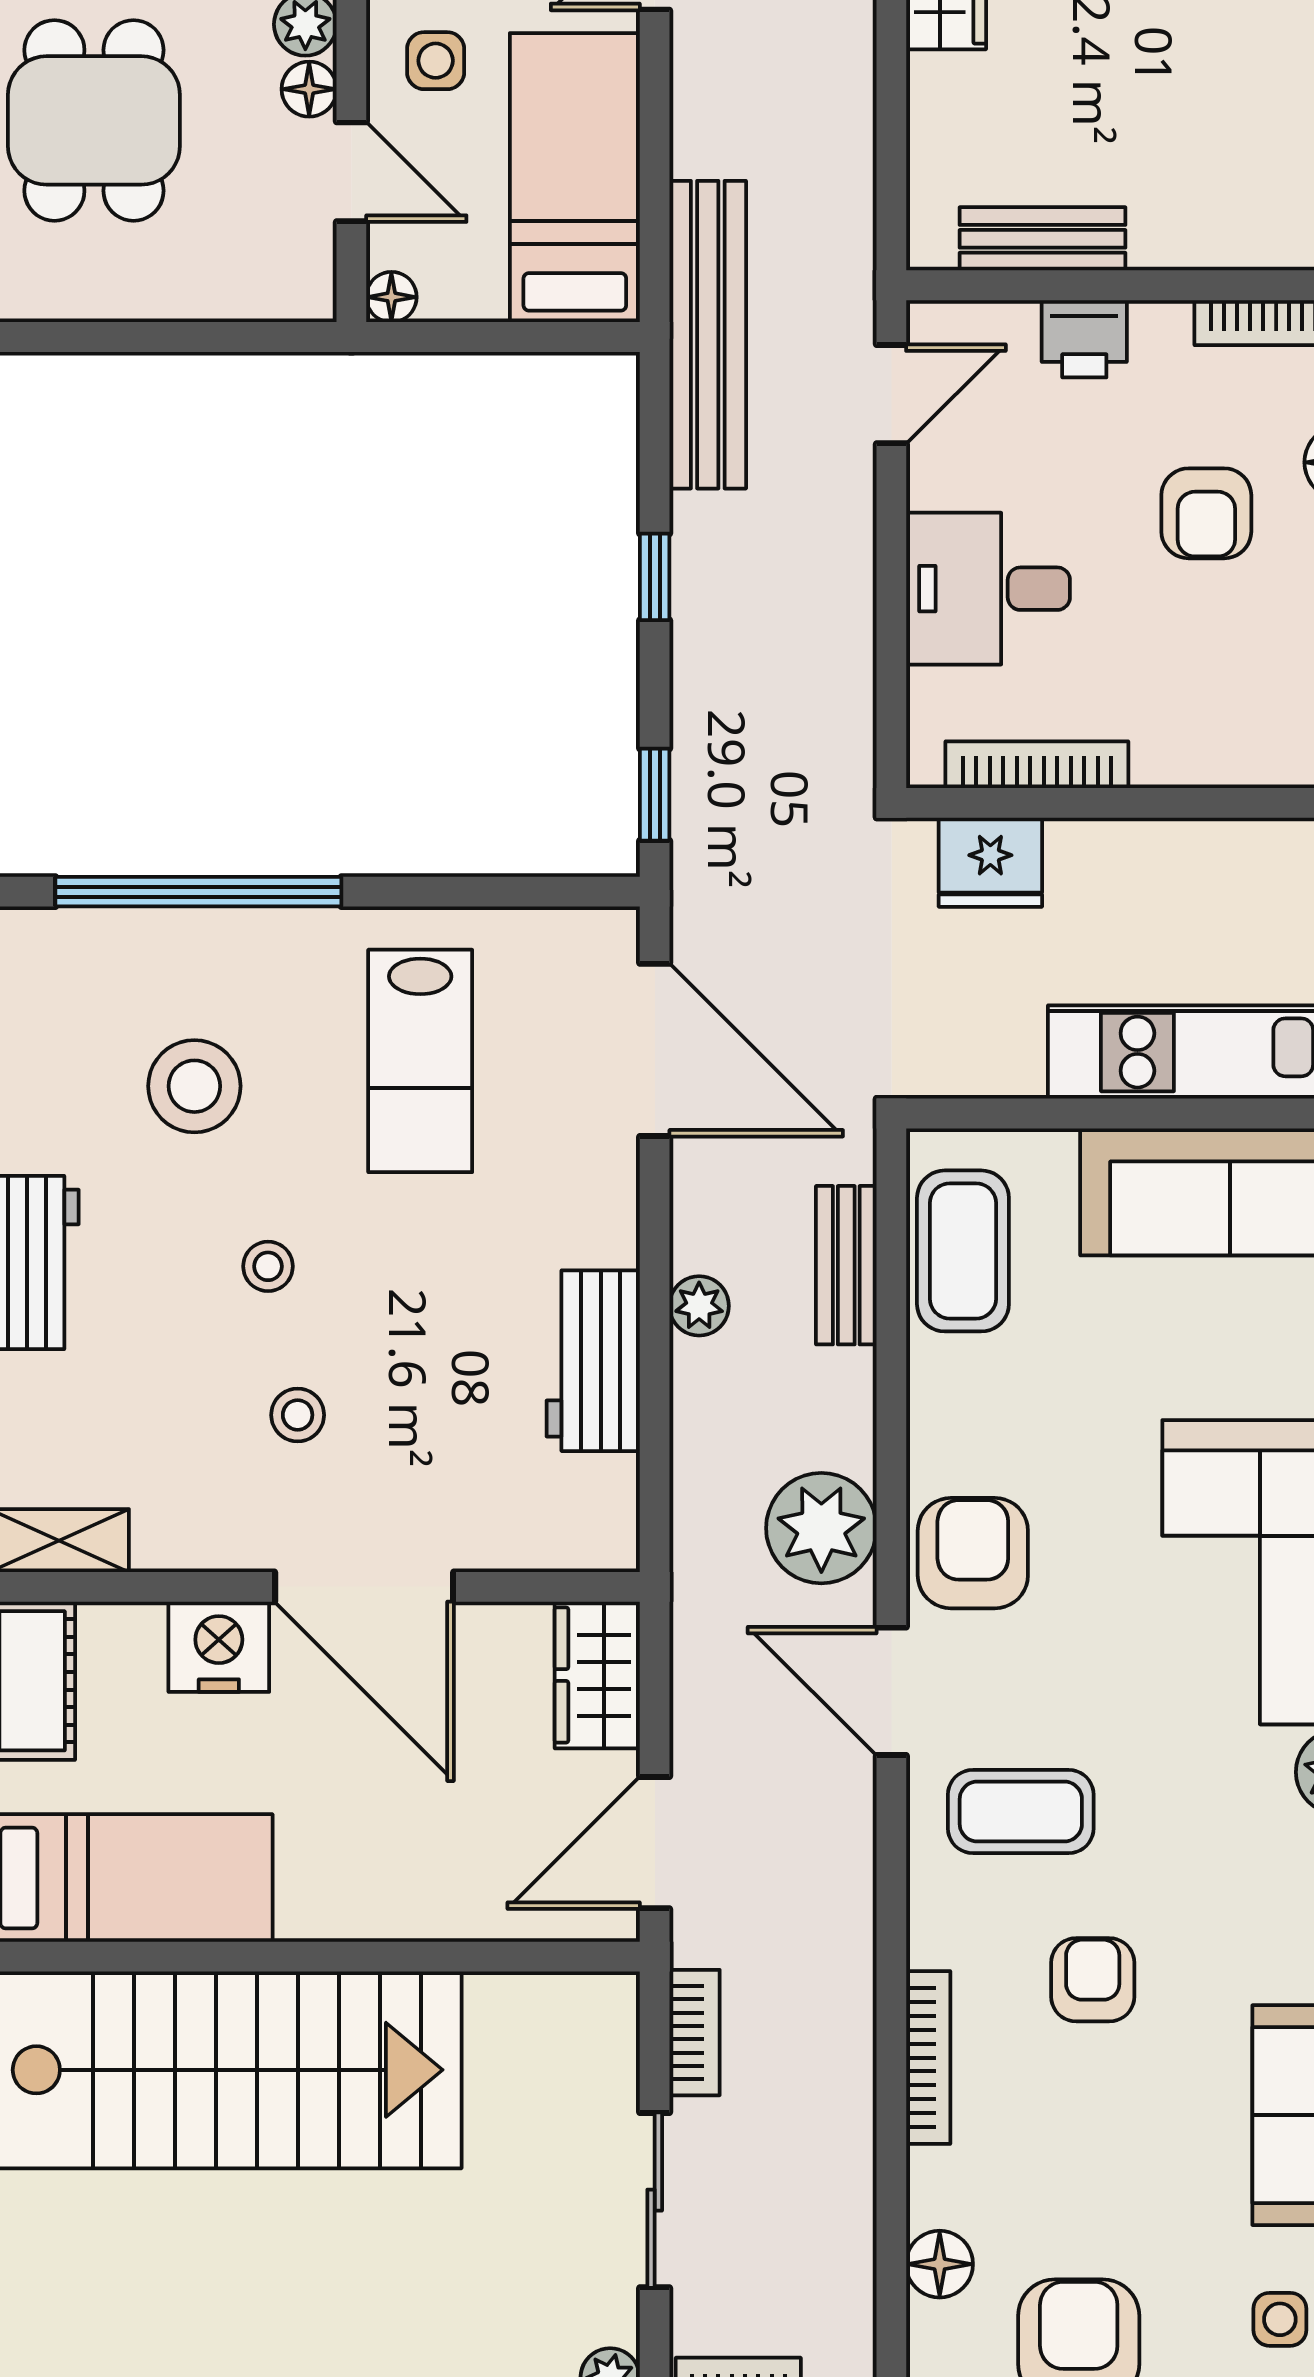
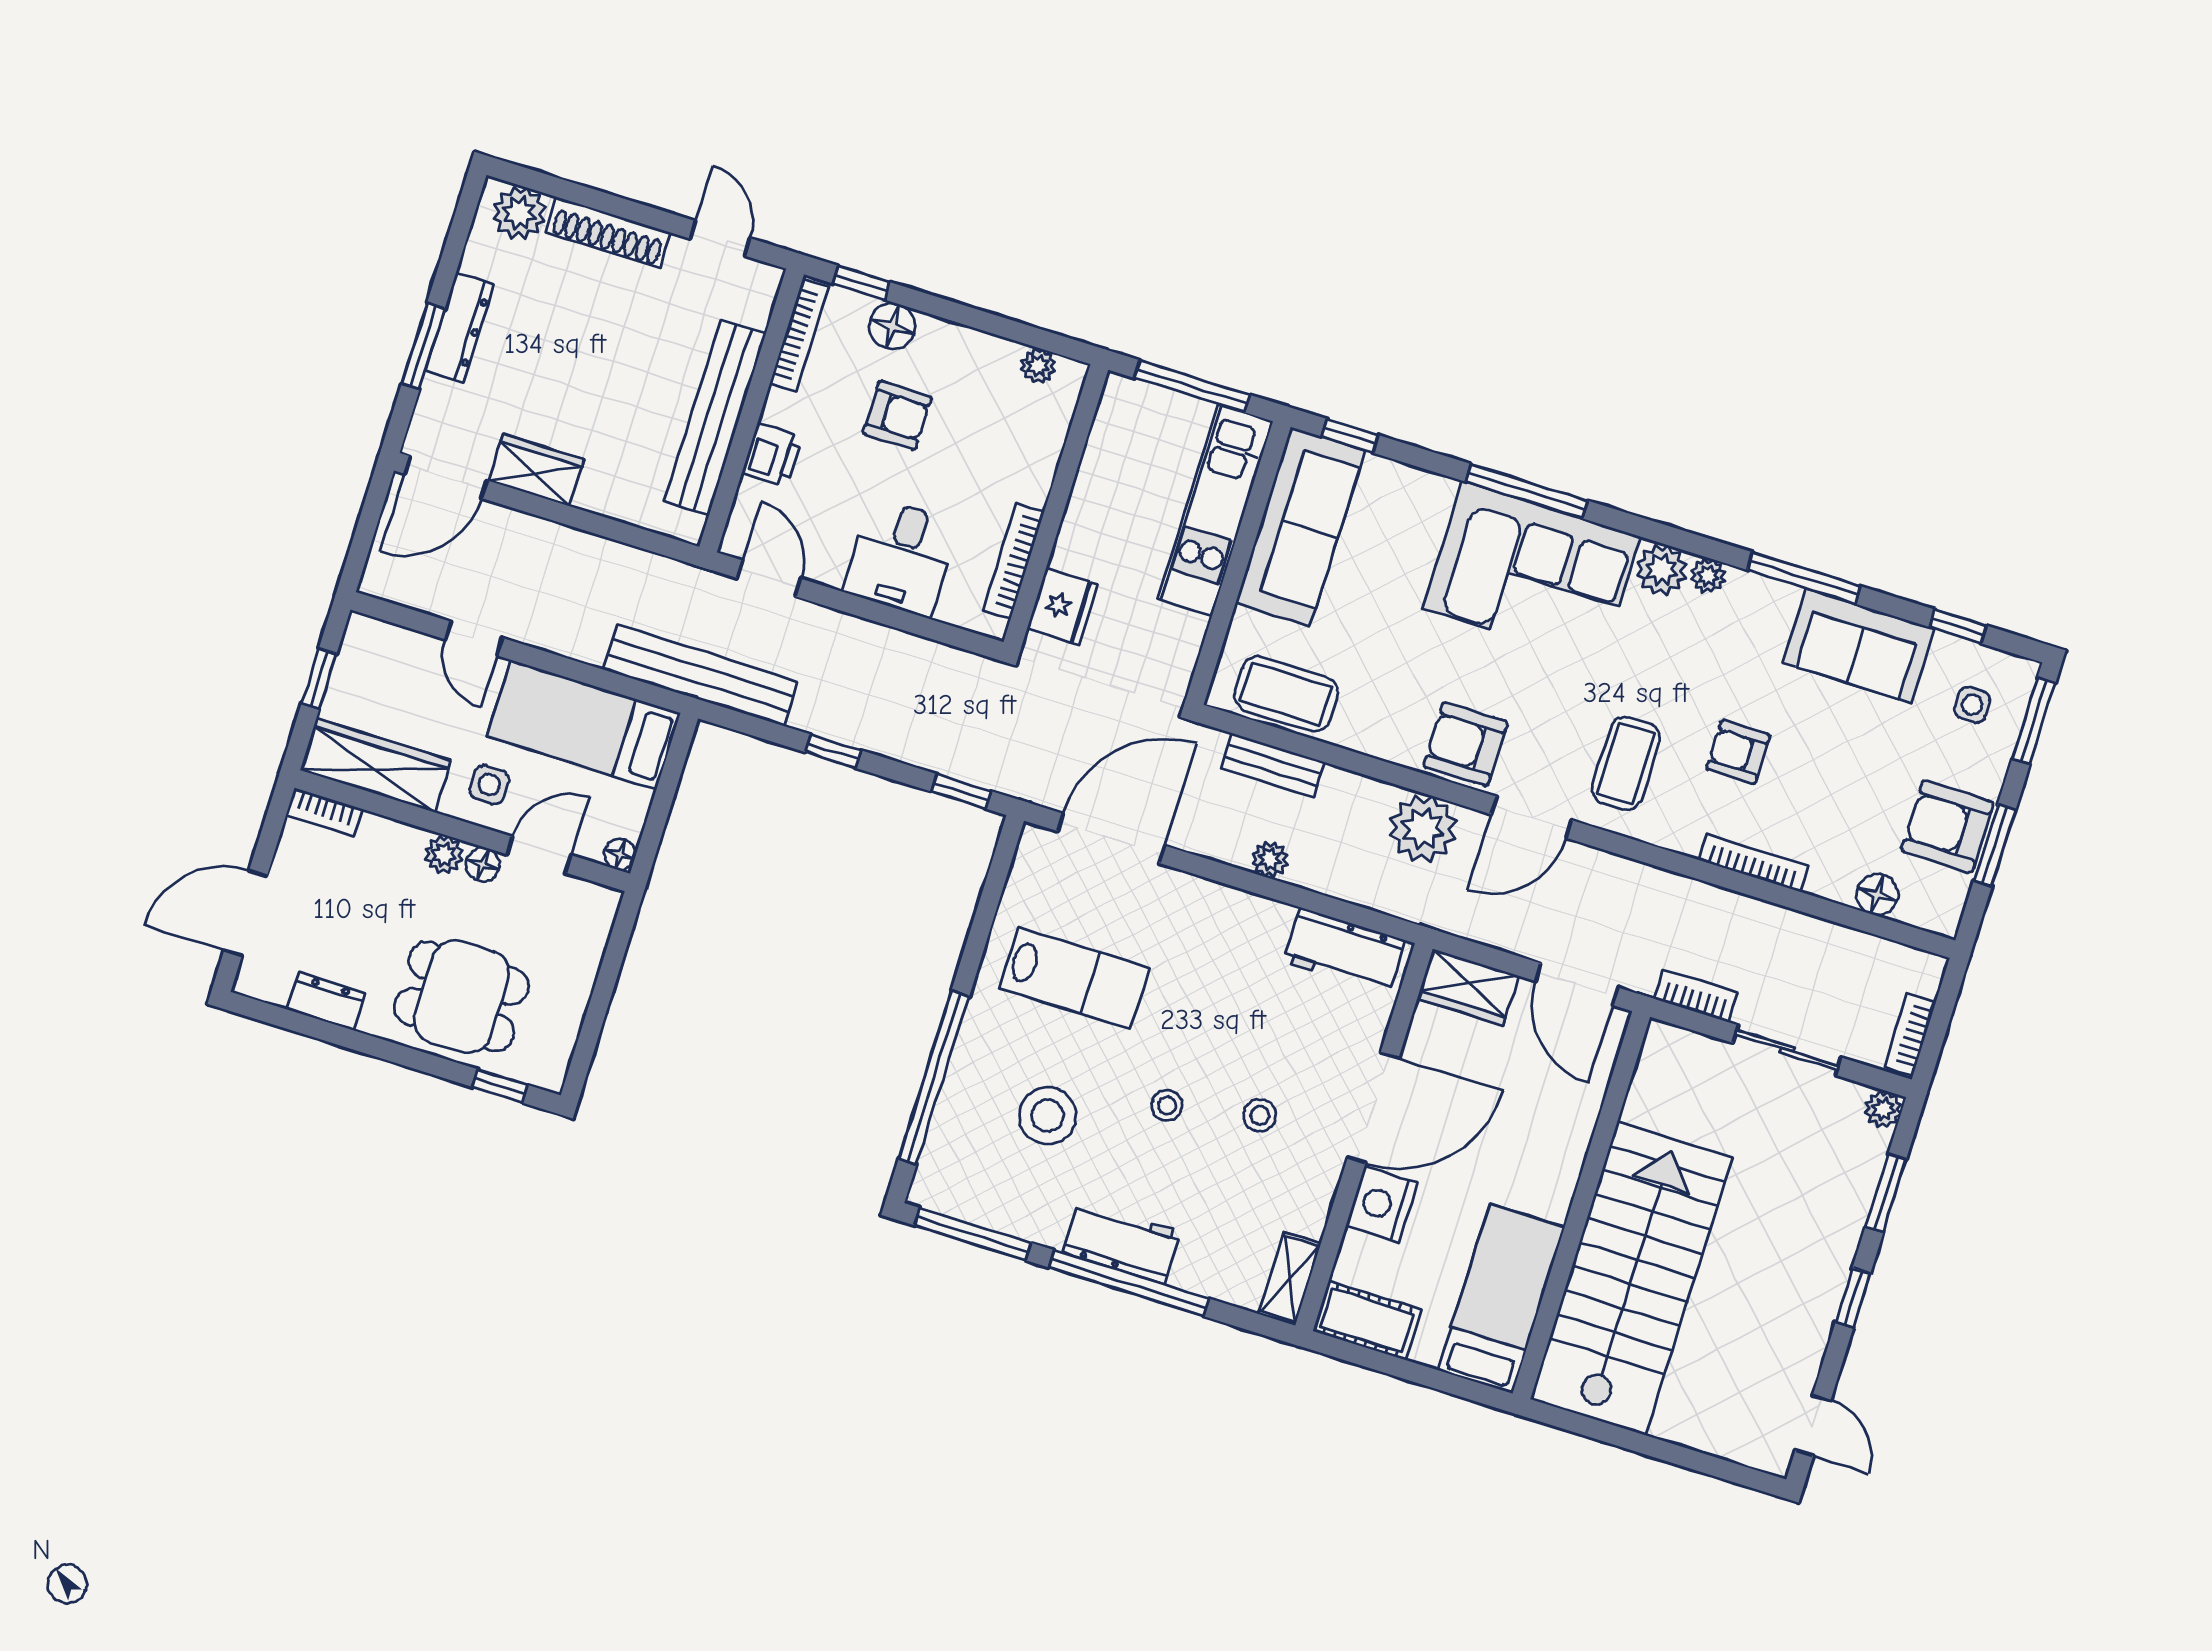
bench: (1043, 239) -> (715, 418), width x1.86, depth x1.21
workbench: (593, 1361) -> (1344, 951), moved

